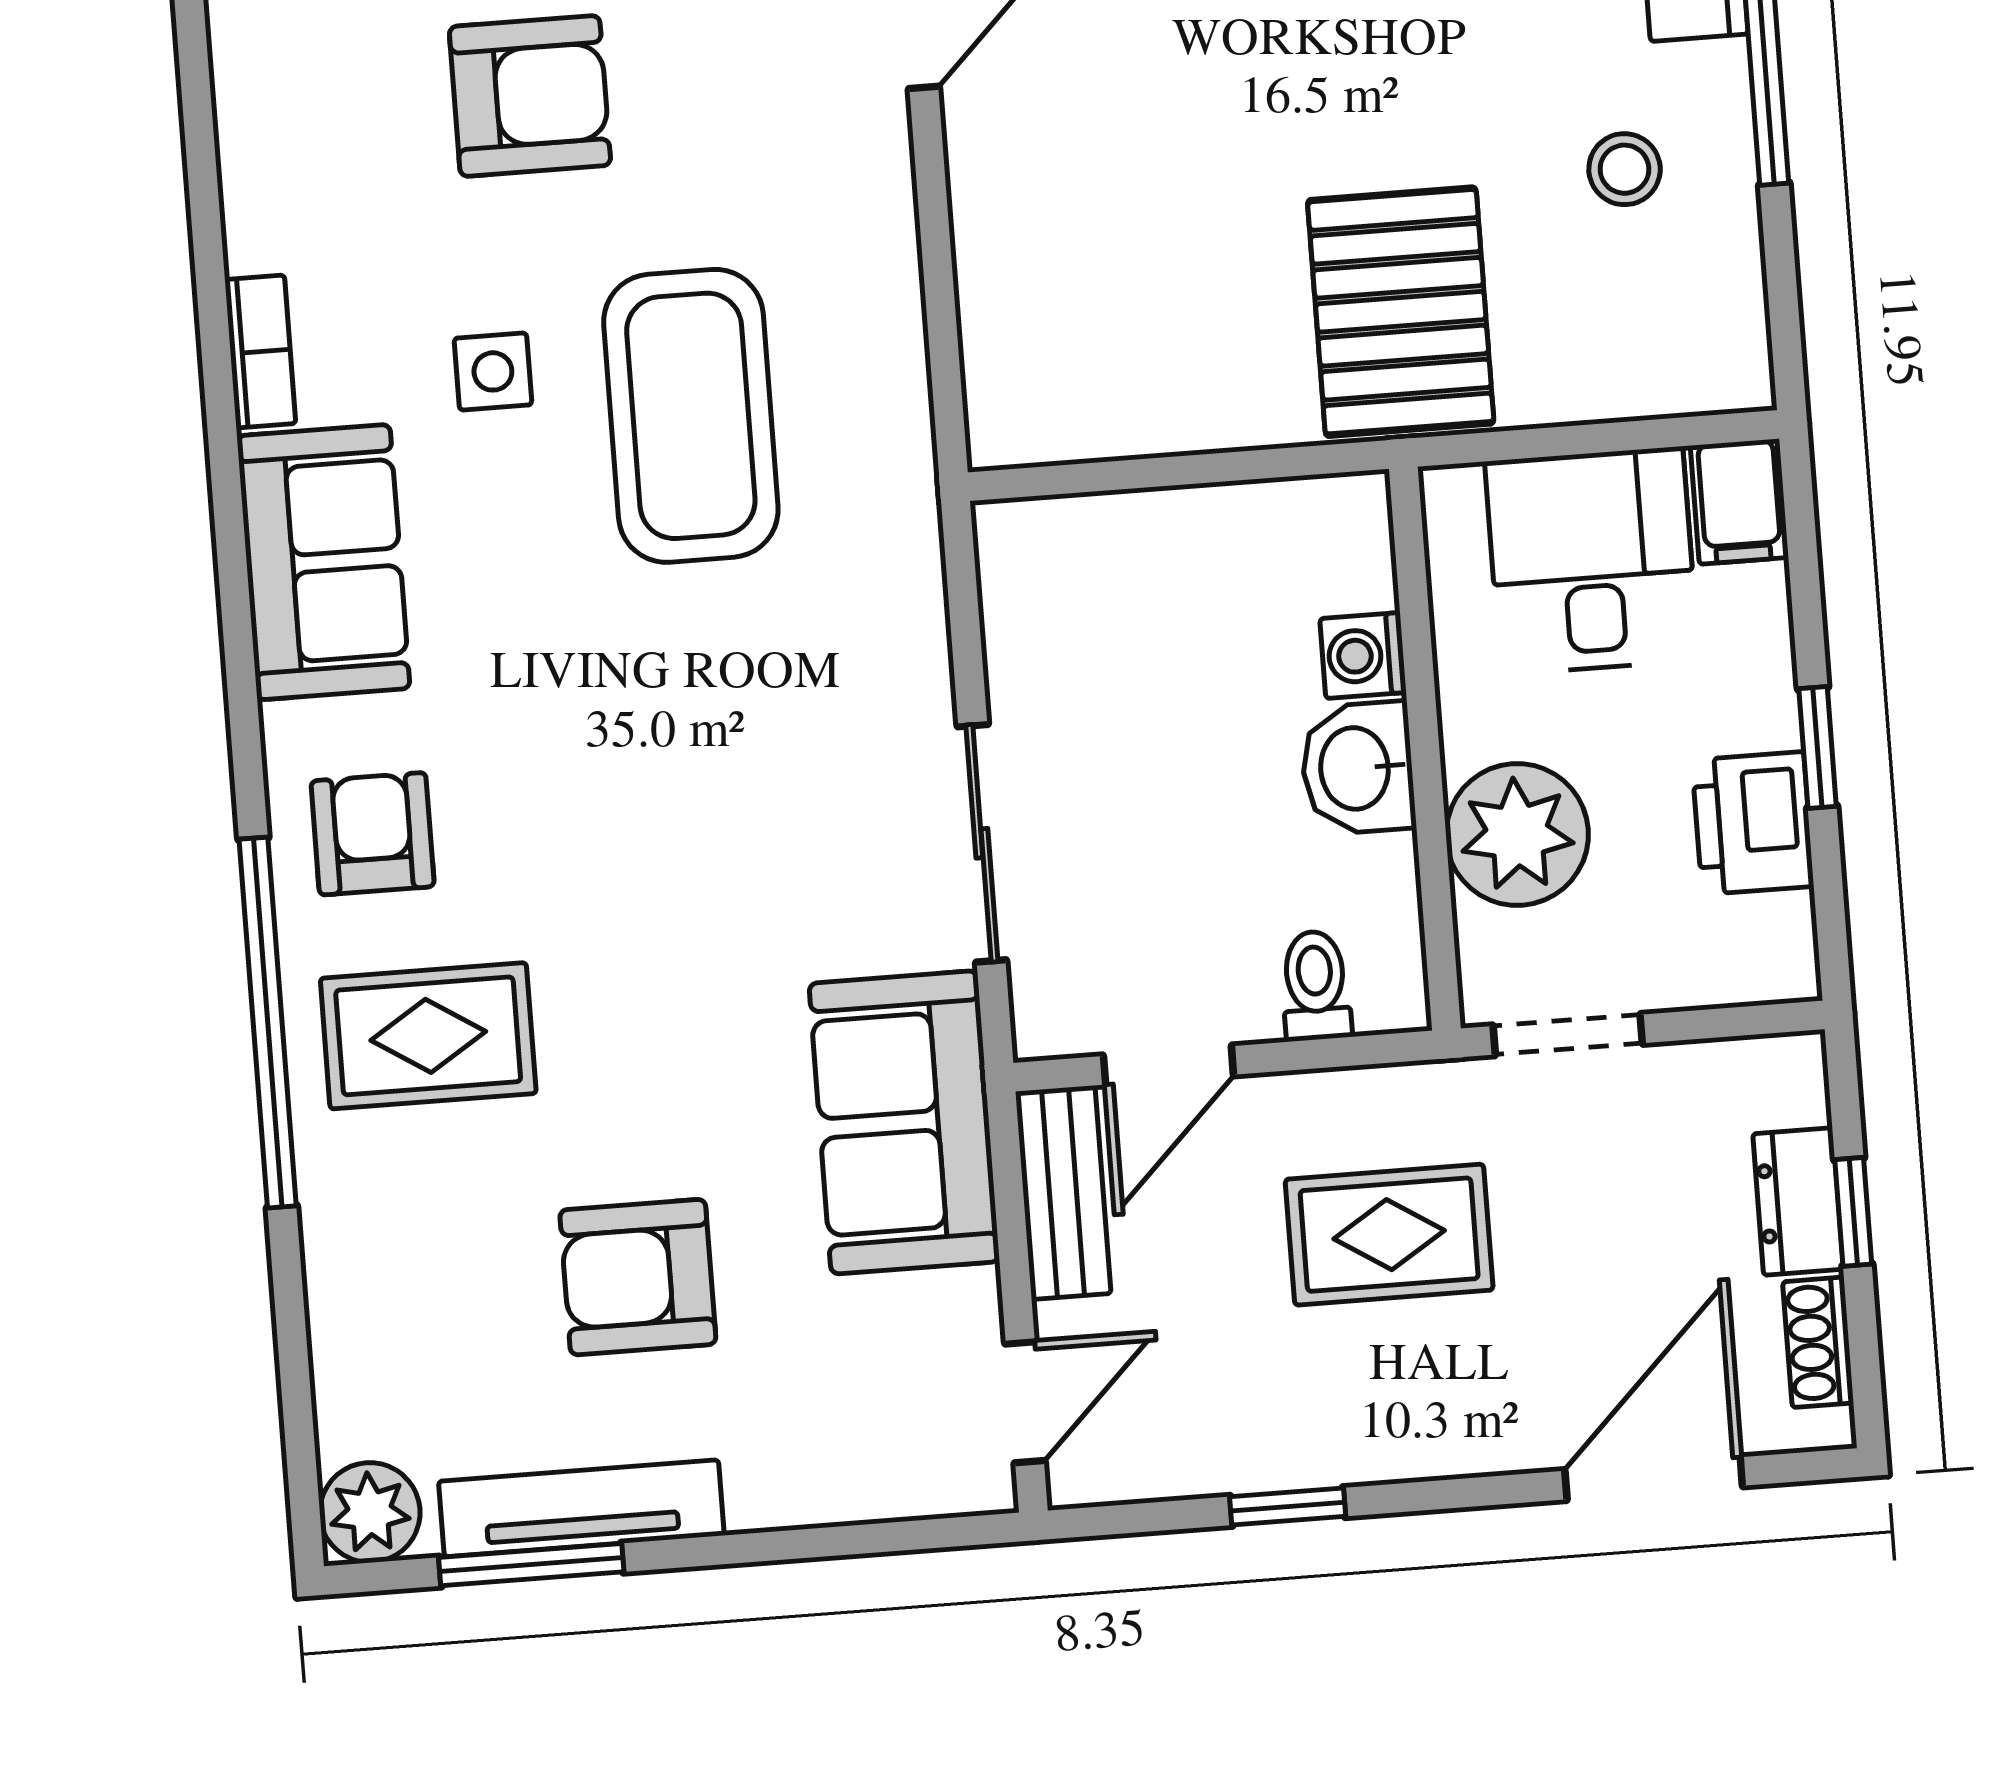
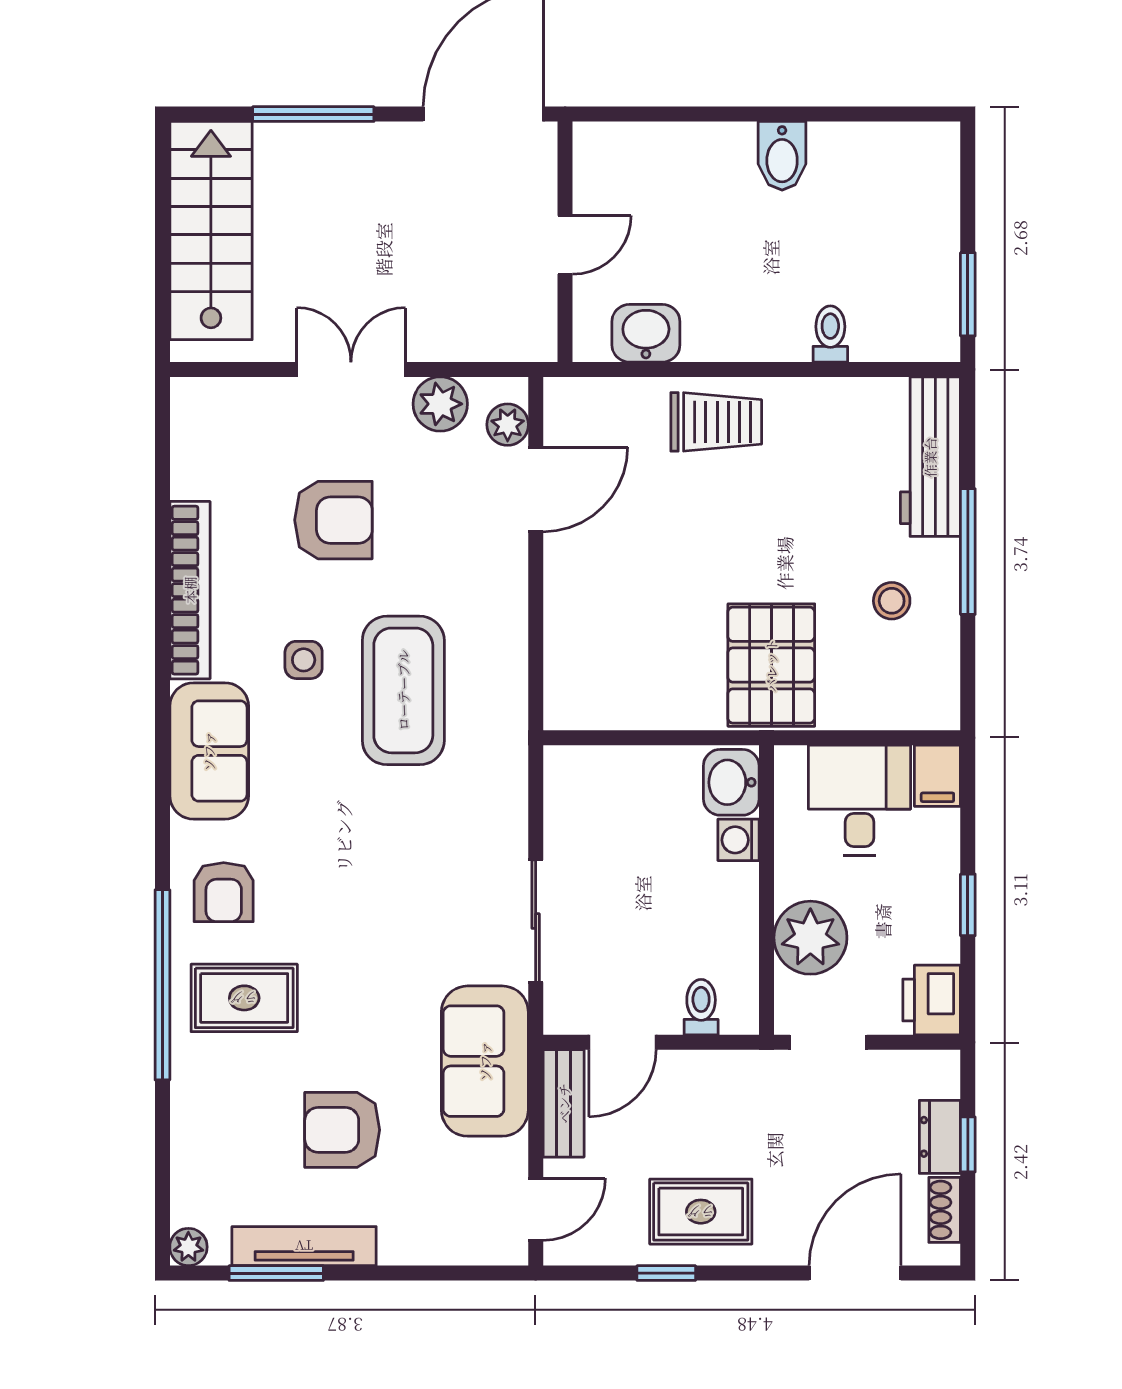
bookcase: (260, 352) -> (190, 590), width x2.31, depth x1.31
washbasin: (1358, 768) -> (731, 782), moved
printer: (1753, 823) -> (932, 1000), moved
armchair: (373, 834) -> (224, 892), turned 180
rug: (1389, 1235) -> (701, 1212), moved
plant: (370, 1512) -> (188, 1247), width x0.73, depth x0.73

